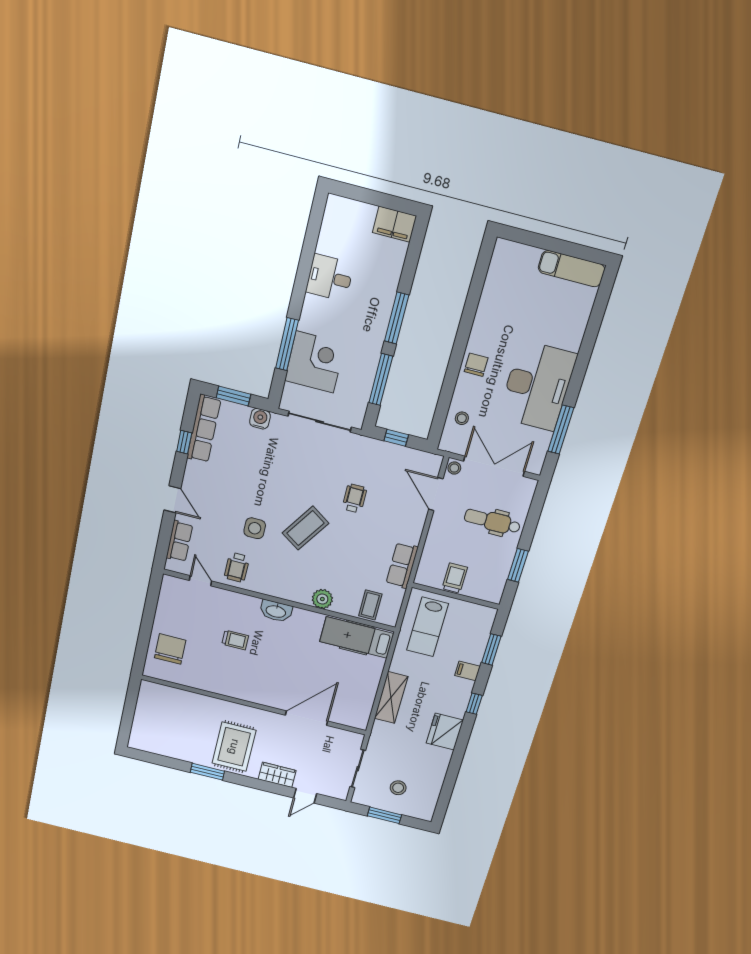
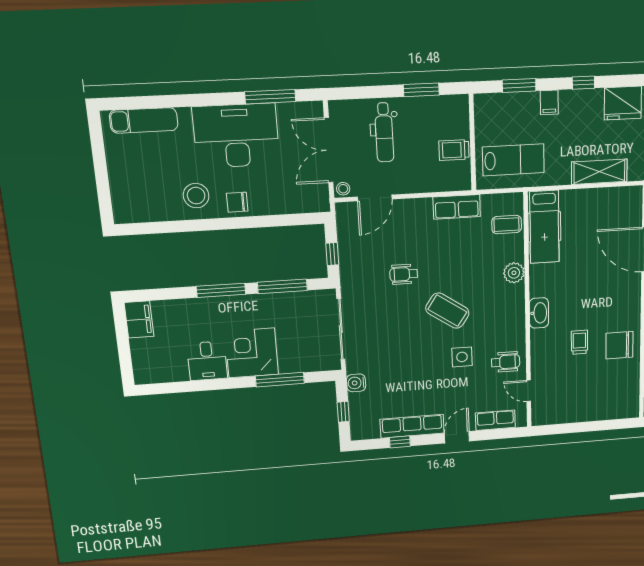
exam couch: (571, 269) -> (144, 120), moved, turned 90
corner desk: (315, 362) -> (252, 353), moved
window: (233, 396) -> (343, 412), width x0.67
stool: (462, 418) -> (196, 196), moved, width x1.89, depth x1.89
row of seats: (204, 429) -> (412, 426), moved
door: (201, 581) -> (529, 391), hinge flipped
chair: (170, 649) -> (619, 345), moved

